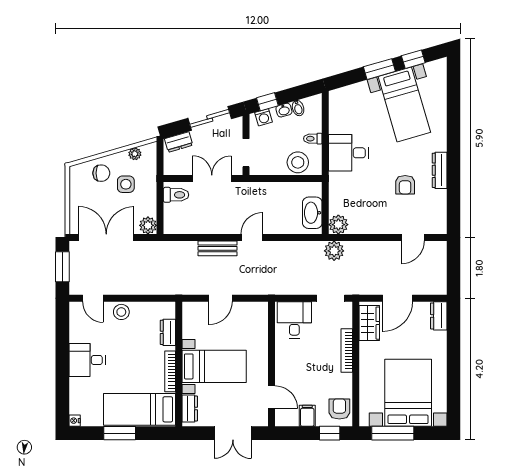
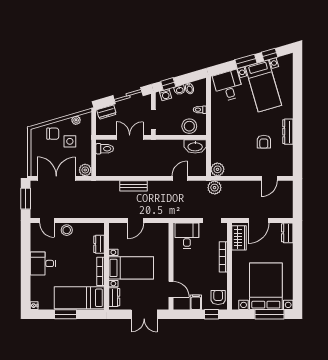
desk: (349, 153) -> (228, 86), moved, turned 74
washbasin: (312, 213) -> (195, 146), moved, turned -90
door: (252, 238) -> (180, 178), moved
window: (393, 433) -> (270, 314), moved

